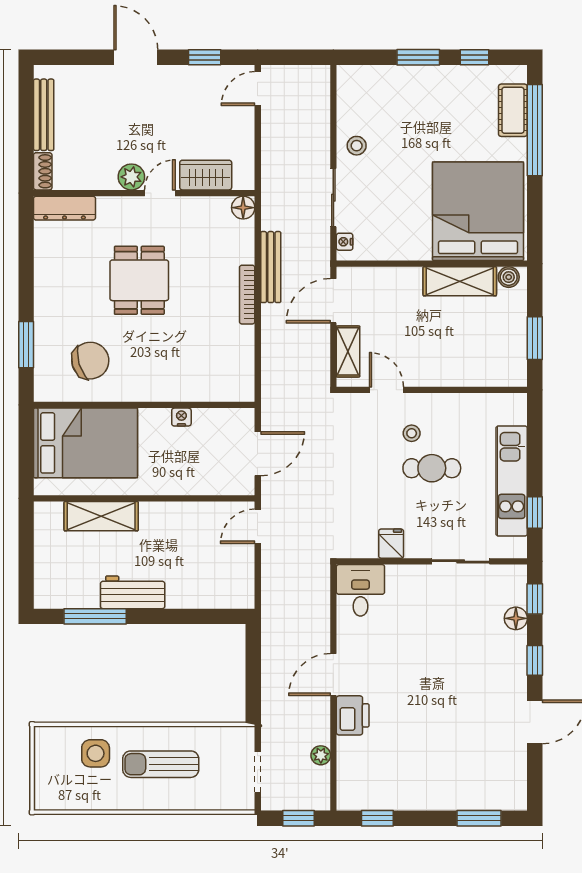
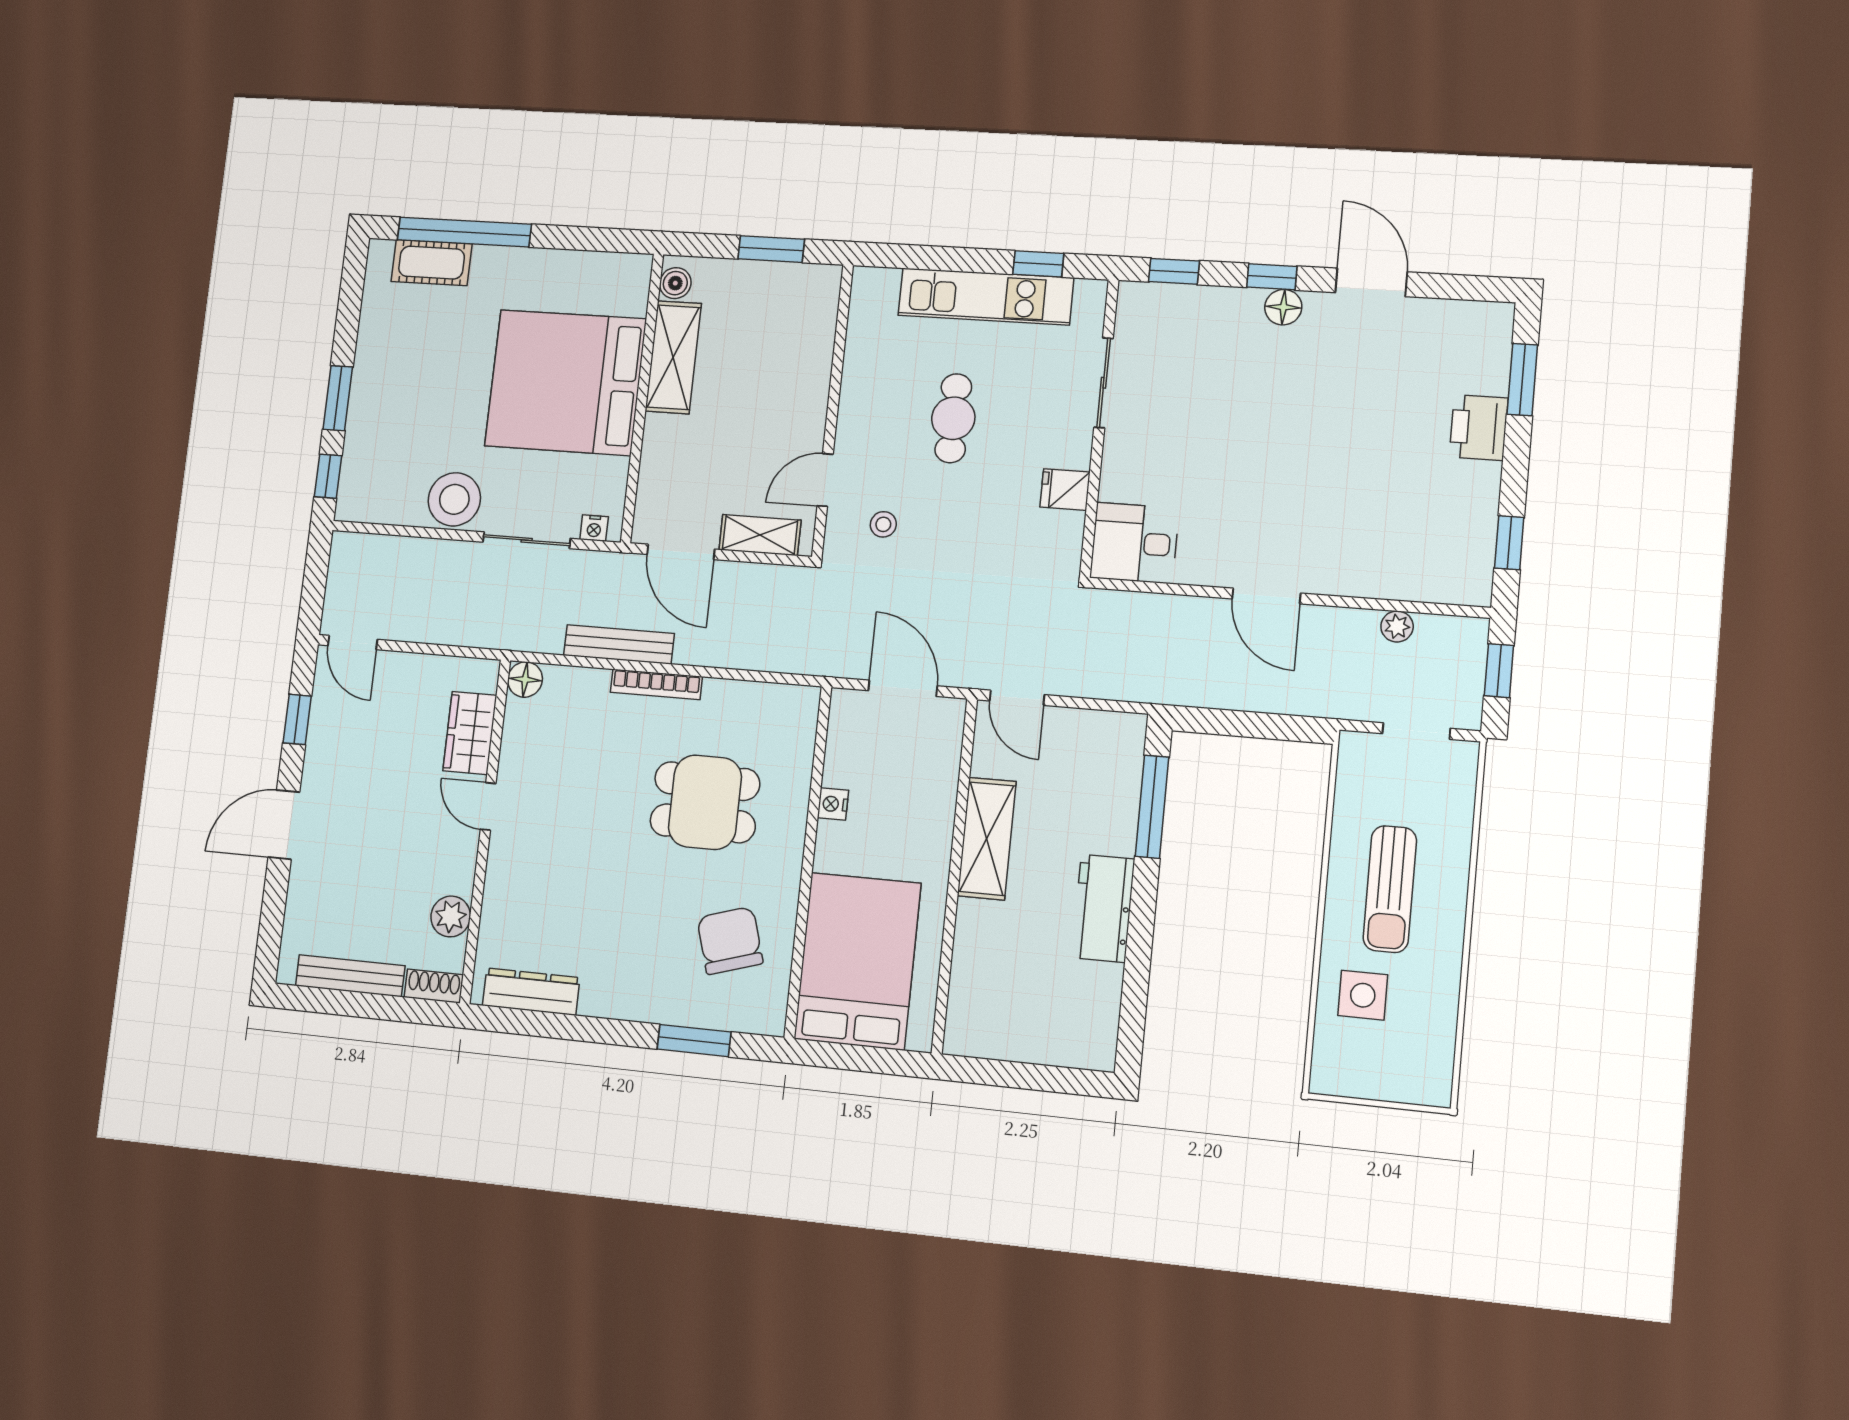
window: (474, 57) -> (328, 476), moved
stool: (357, 146) -> (454, 499), width x1.89, depth x1.89
plant: (131, 177) -> (451, 916), moved
dresser: (64, 208) -> (531, 992), moved, turned -90
bed: (478, 211) -> (565, 382), moved
dining table: (139, 280) -> (705, 802), moved
stool: (412, 433) -> (883, 524), moved
shelving: (101, 516) -> (987, 839), moved
window: (95, 616) -> (1152, 807), moved
floor lamp: (516, 618) -> (1283, 307), moved
printer: (353, 715) -> (1479, 428), moved, turned -90

